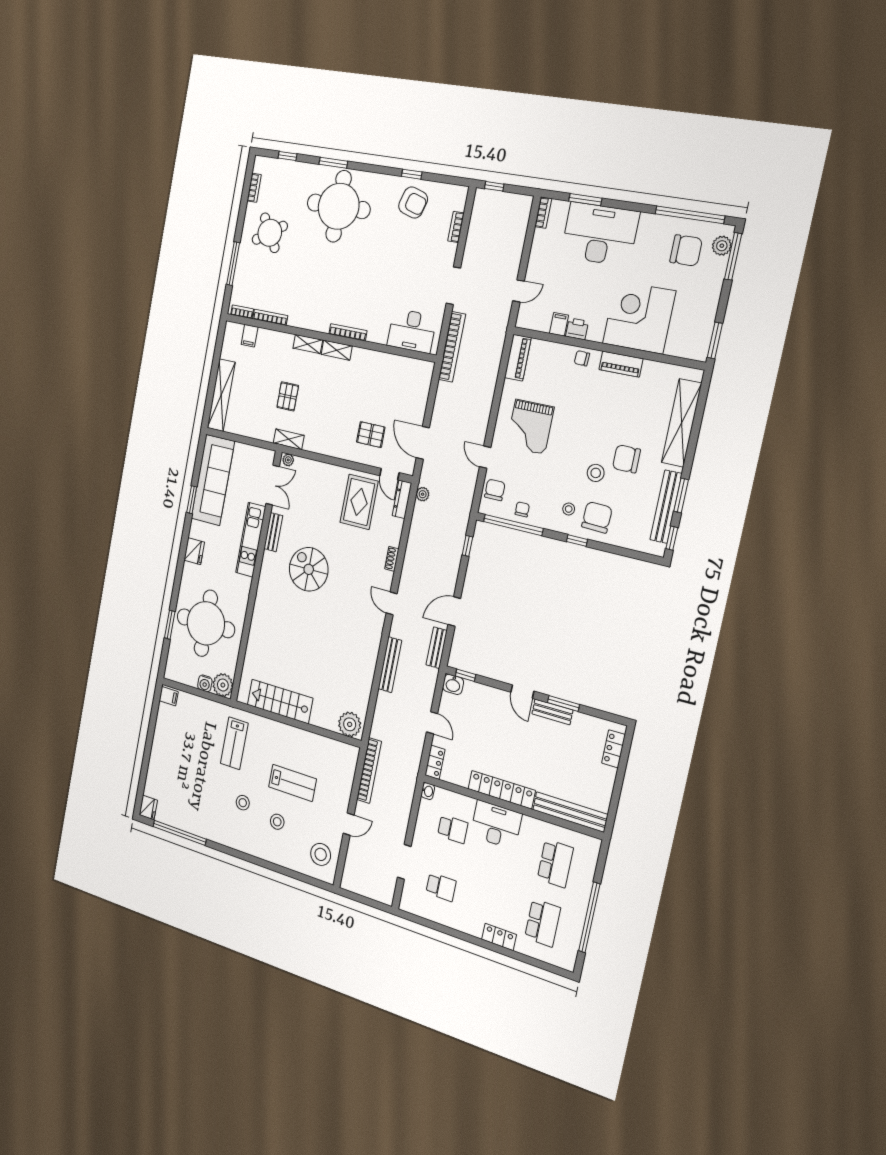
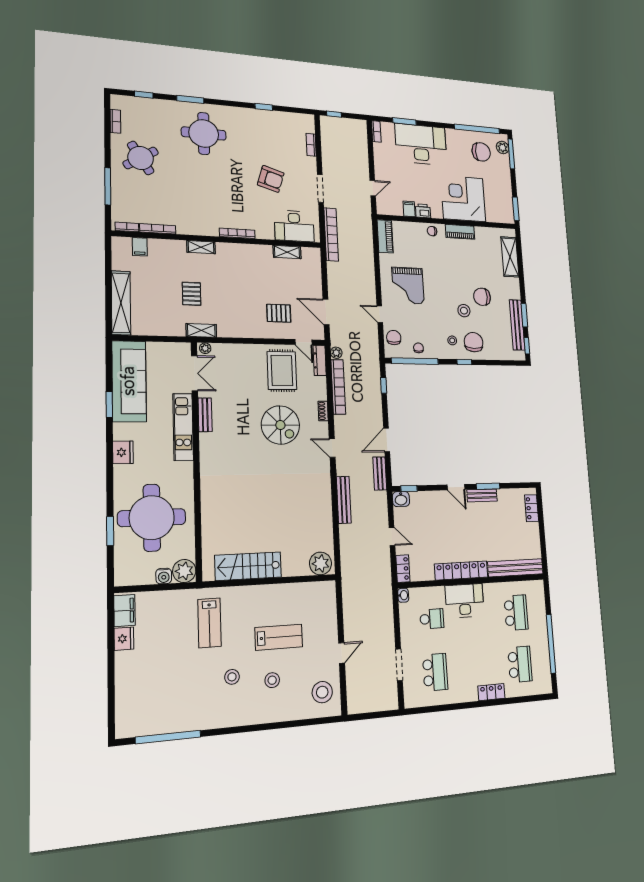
armchair: (413, 203) -> (271, 179), moved
round table: (339, 206) -> (204, 133), width x0.73, depth x0.73
shelving: (337, 350) -> (287, 252), moved
shelving: (681, 423) -> (510, 257), width x0.68
spiral stairs: (309, 569) -> (280, 425), moved, turned 180
filing cabinet: (169, 696) -> (124, 610), width x2.00
bookcase: (369, 770) -> (338, 387), moved
fridge: (148, 807) -> (124, 639), moved
school desk: (441, 887) -> (435, 672), width x1.85

